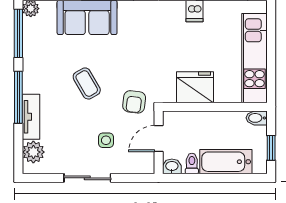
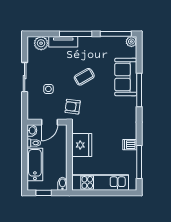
door: (159, 139) -> (49, 122), swing flipped

